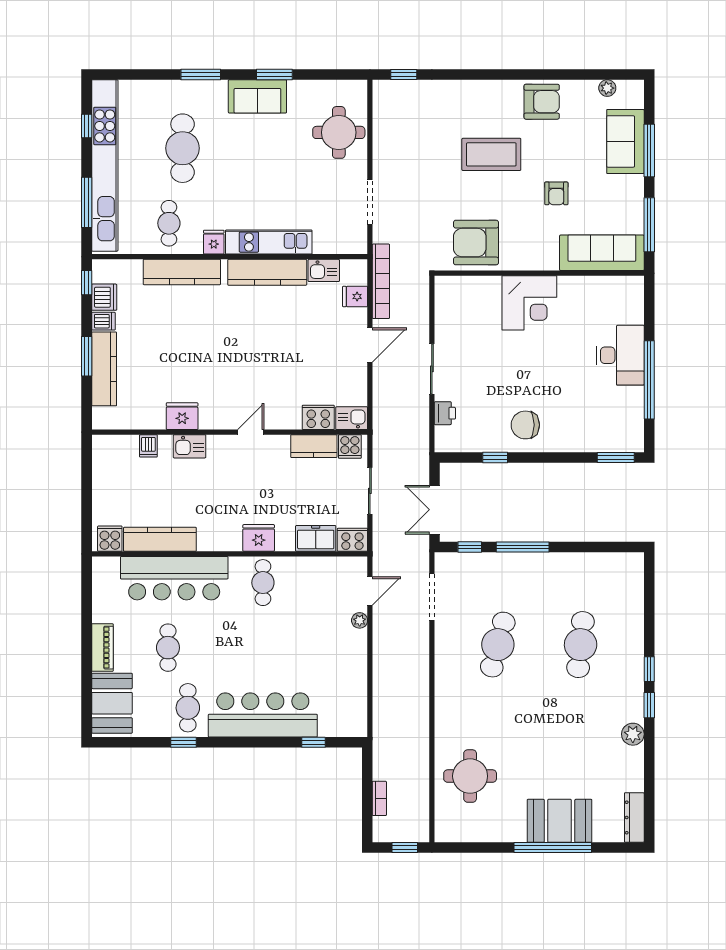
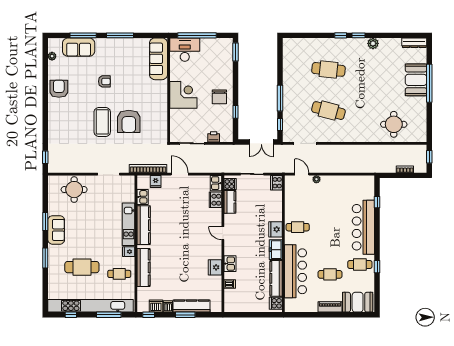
coffee table: (491, 154) -> (102, 122), moved
sofa: (602, 253) -> (158, 59), moved
wall: (539, 273) -> (169, 90), moved
corner desk: (529, 303) -> (183, 95), moved
freezer: (316, 538) -> (276, 250), moved

